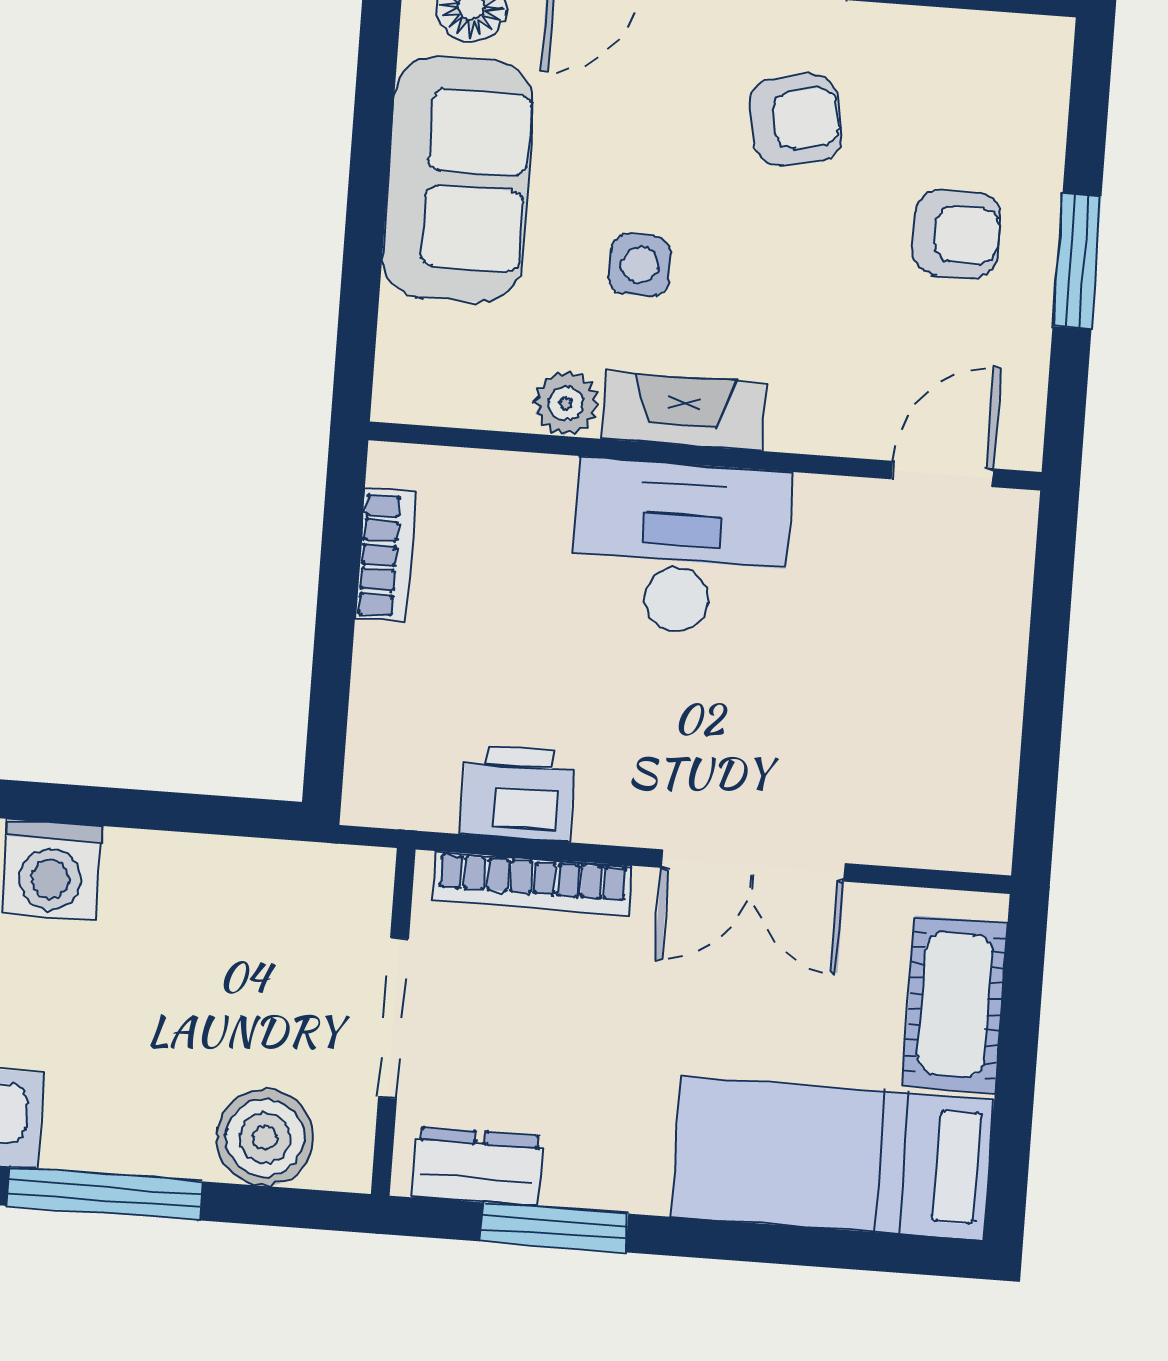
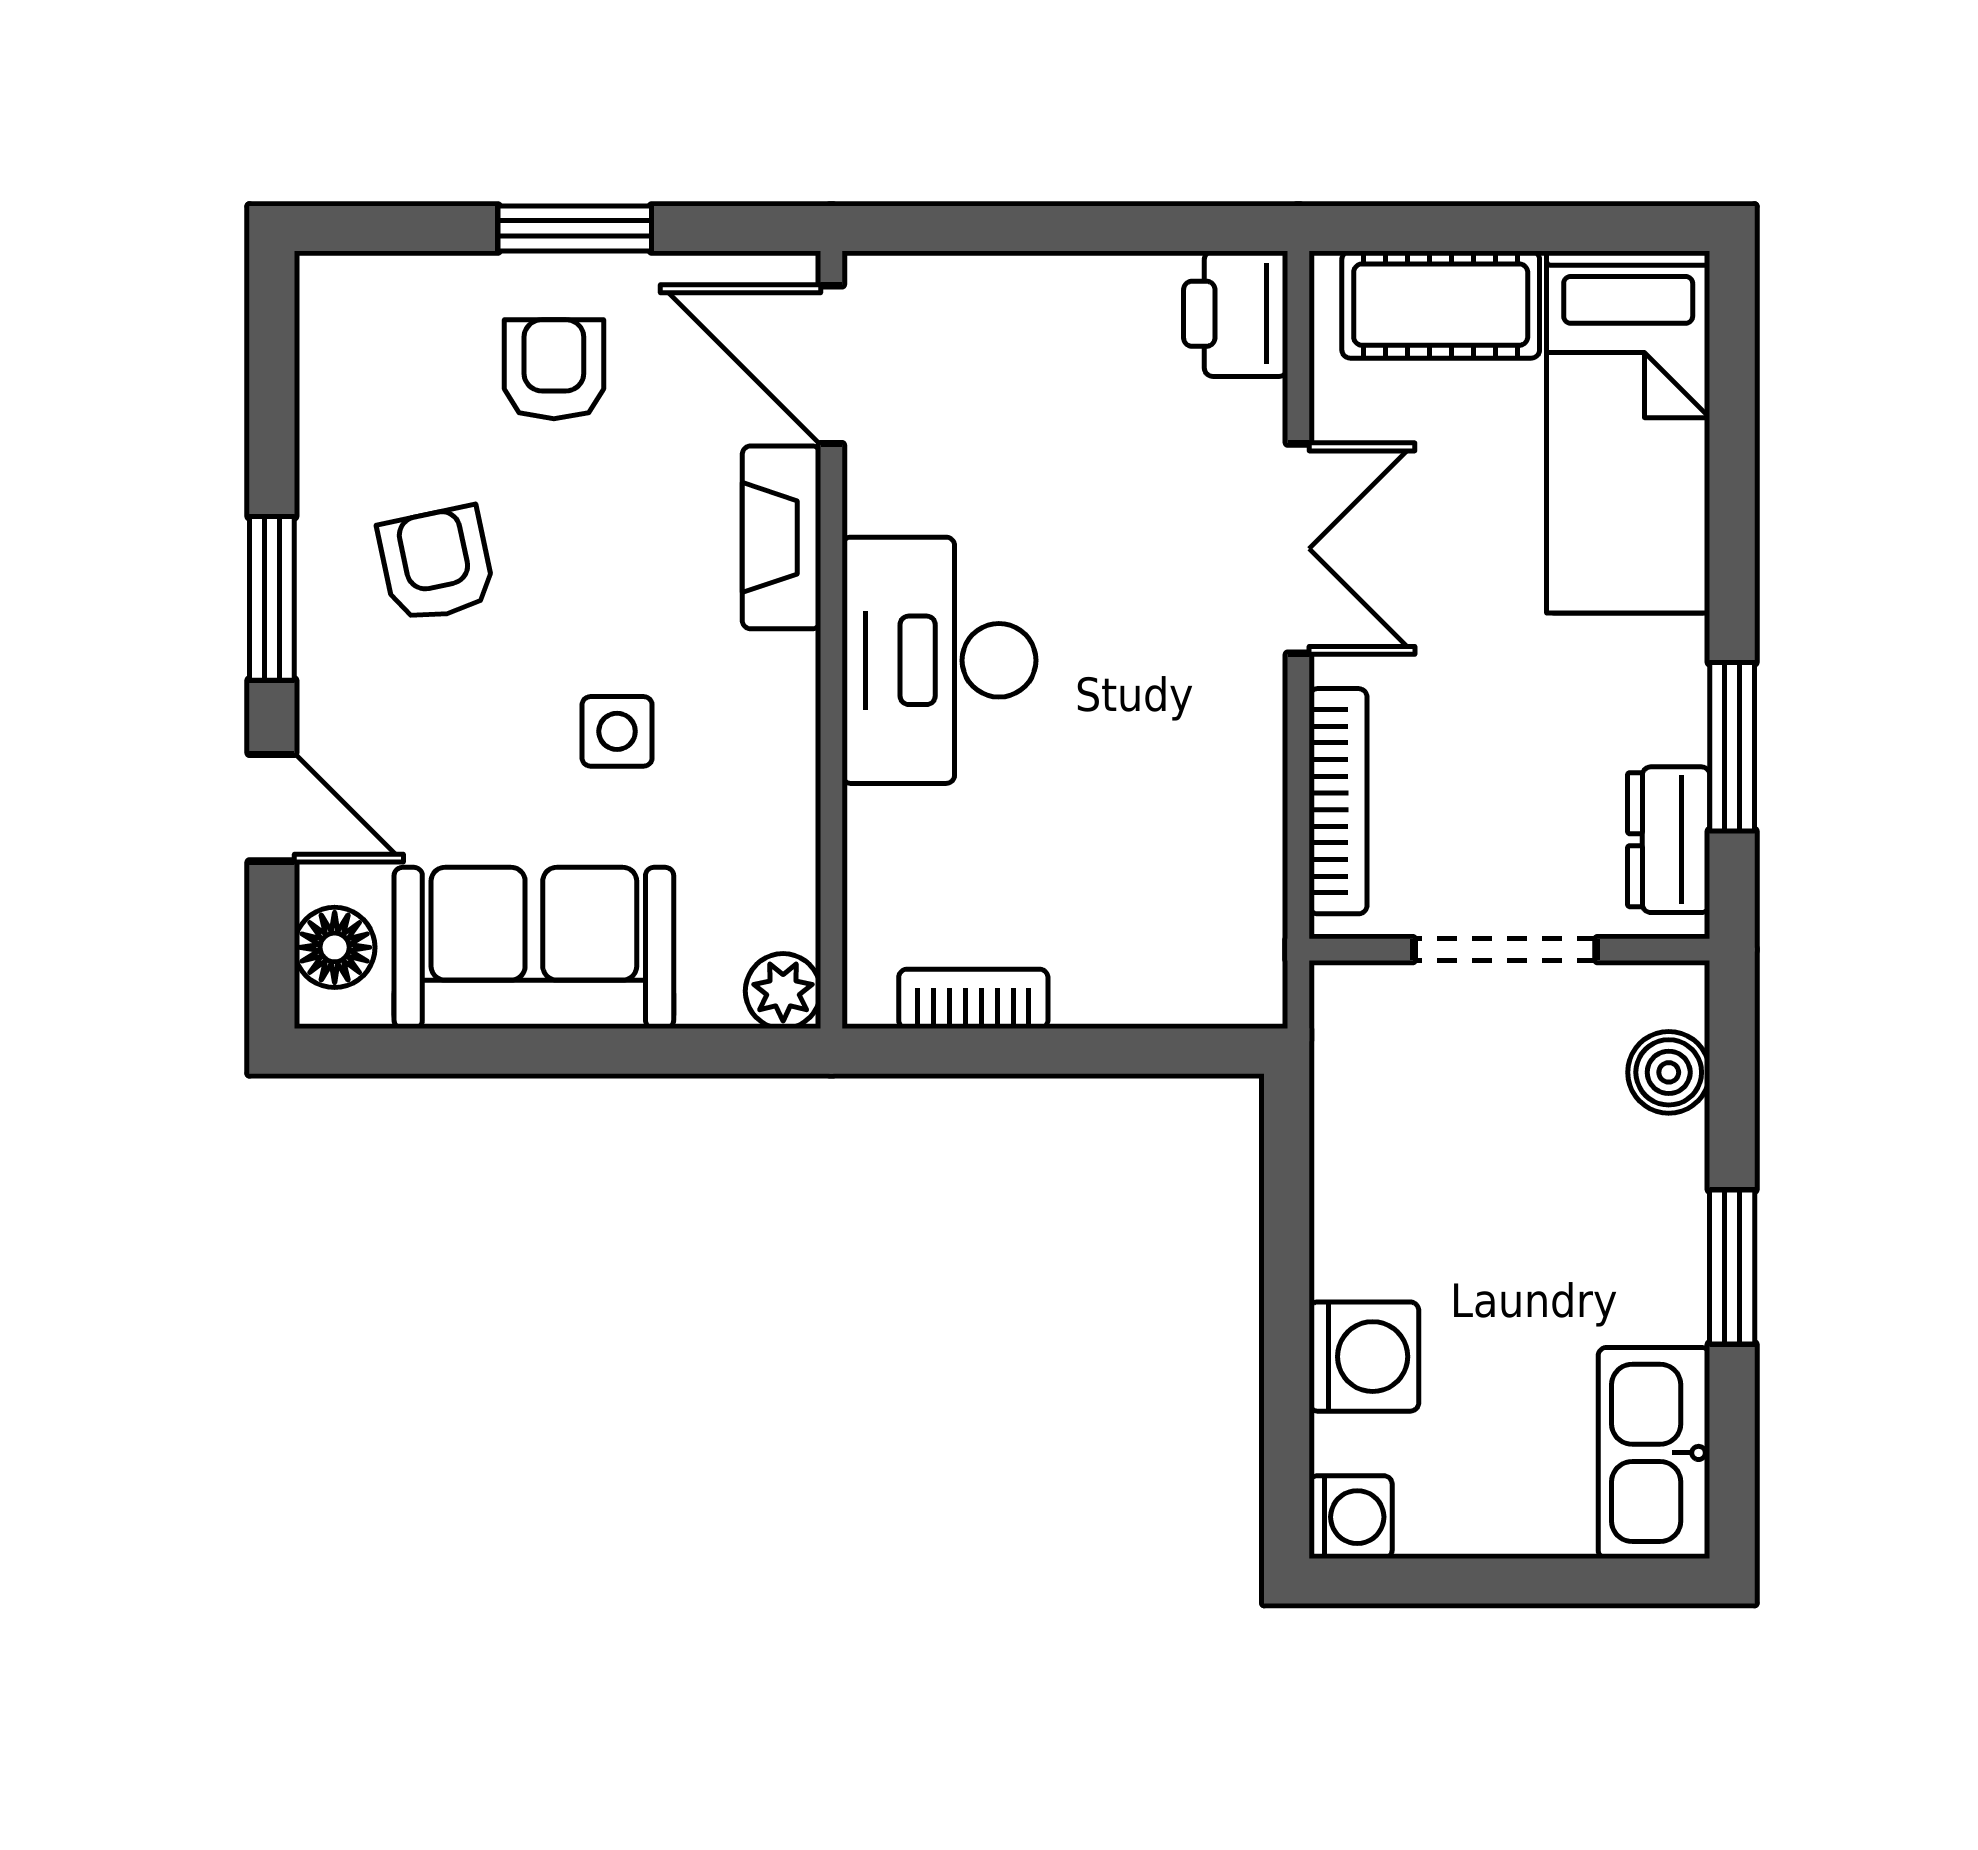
plant: (566, 404) -> (783, 991), moved
fireplace: (684, 411) -> (781, 537), moved
door: (943, 474) -> (831, 365), width x1.38
printer: (518, 793) -> (1236, 314), moved
boiler: (265, 1138) -> (1669, 1072), width x0.73, depth x0.73
window: (105, 1194) -> (1732, 1267), width x0.69

